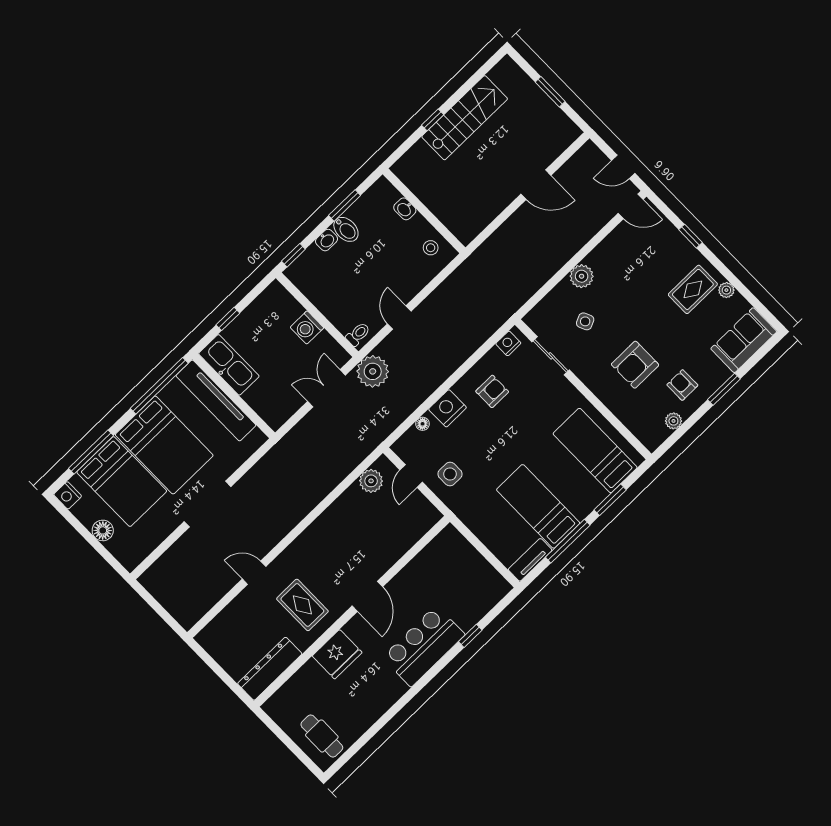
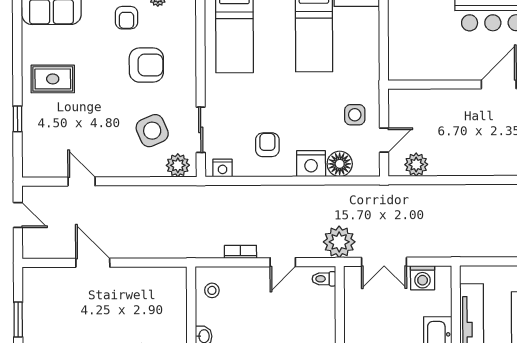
door: (631, 206) -> (82, 181), moved
plant: (582, 276) -> (178, 165), moved
plant: (726, 290) -> (29, 55), removed
bookcase: (437, 295) -> (240, 252), added
side table: (585, 321) -> (152, 131), width x1.87, depth x1.87
washing machine: (307, 328) -> (423, 278), moved, turned 90
armchair: (492, 391) -> (267, 145), turned 90
floor lamp: (423, 424) -> (340, 164), width x1.89, depth x1.89

